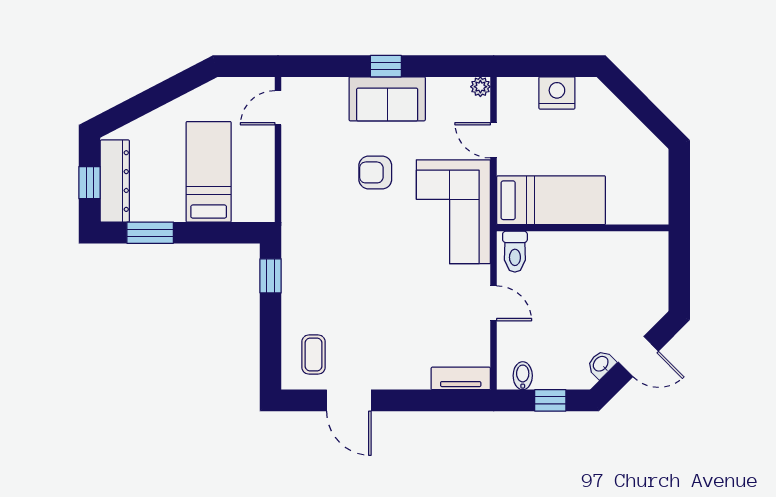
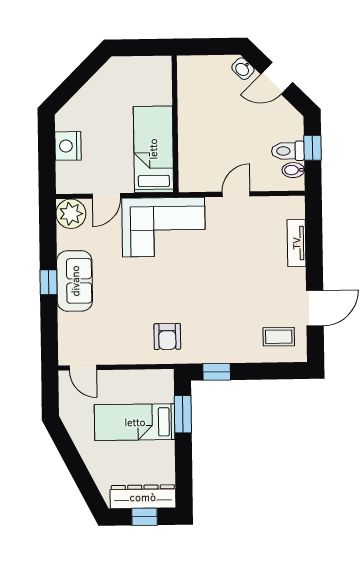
plant: (480, 87) -> (71, 214), width x1.88, depth x1.88
armchair: (375, 172) -> (167, 336), moved
window: (150, 233) -> (183, 414), moved
toilet: (515, 252) -> (288, 151), moved, turned 180
door: (638, 357) -> (277, 78), swing flipped
washbasin: (601, 364) -> (243, 69), moved
tv unit: (461, 378) -> (296, 243), moved

